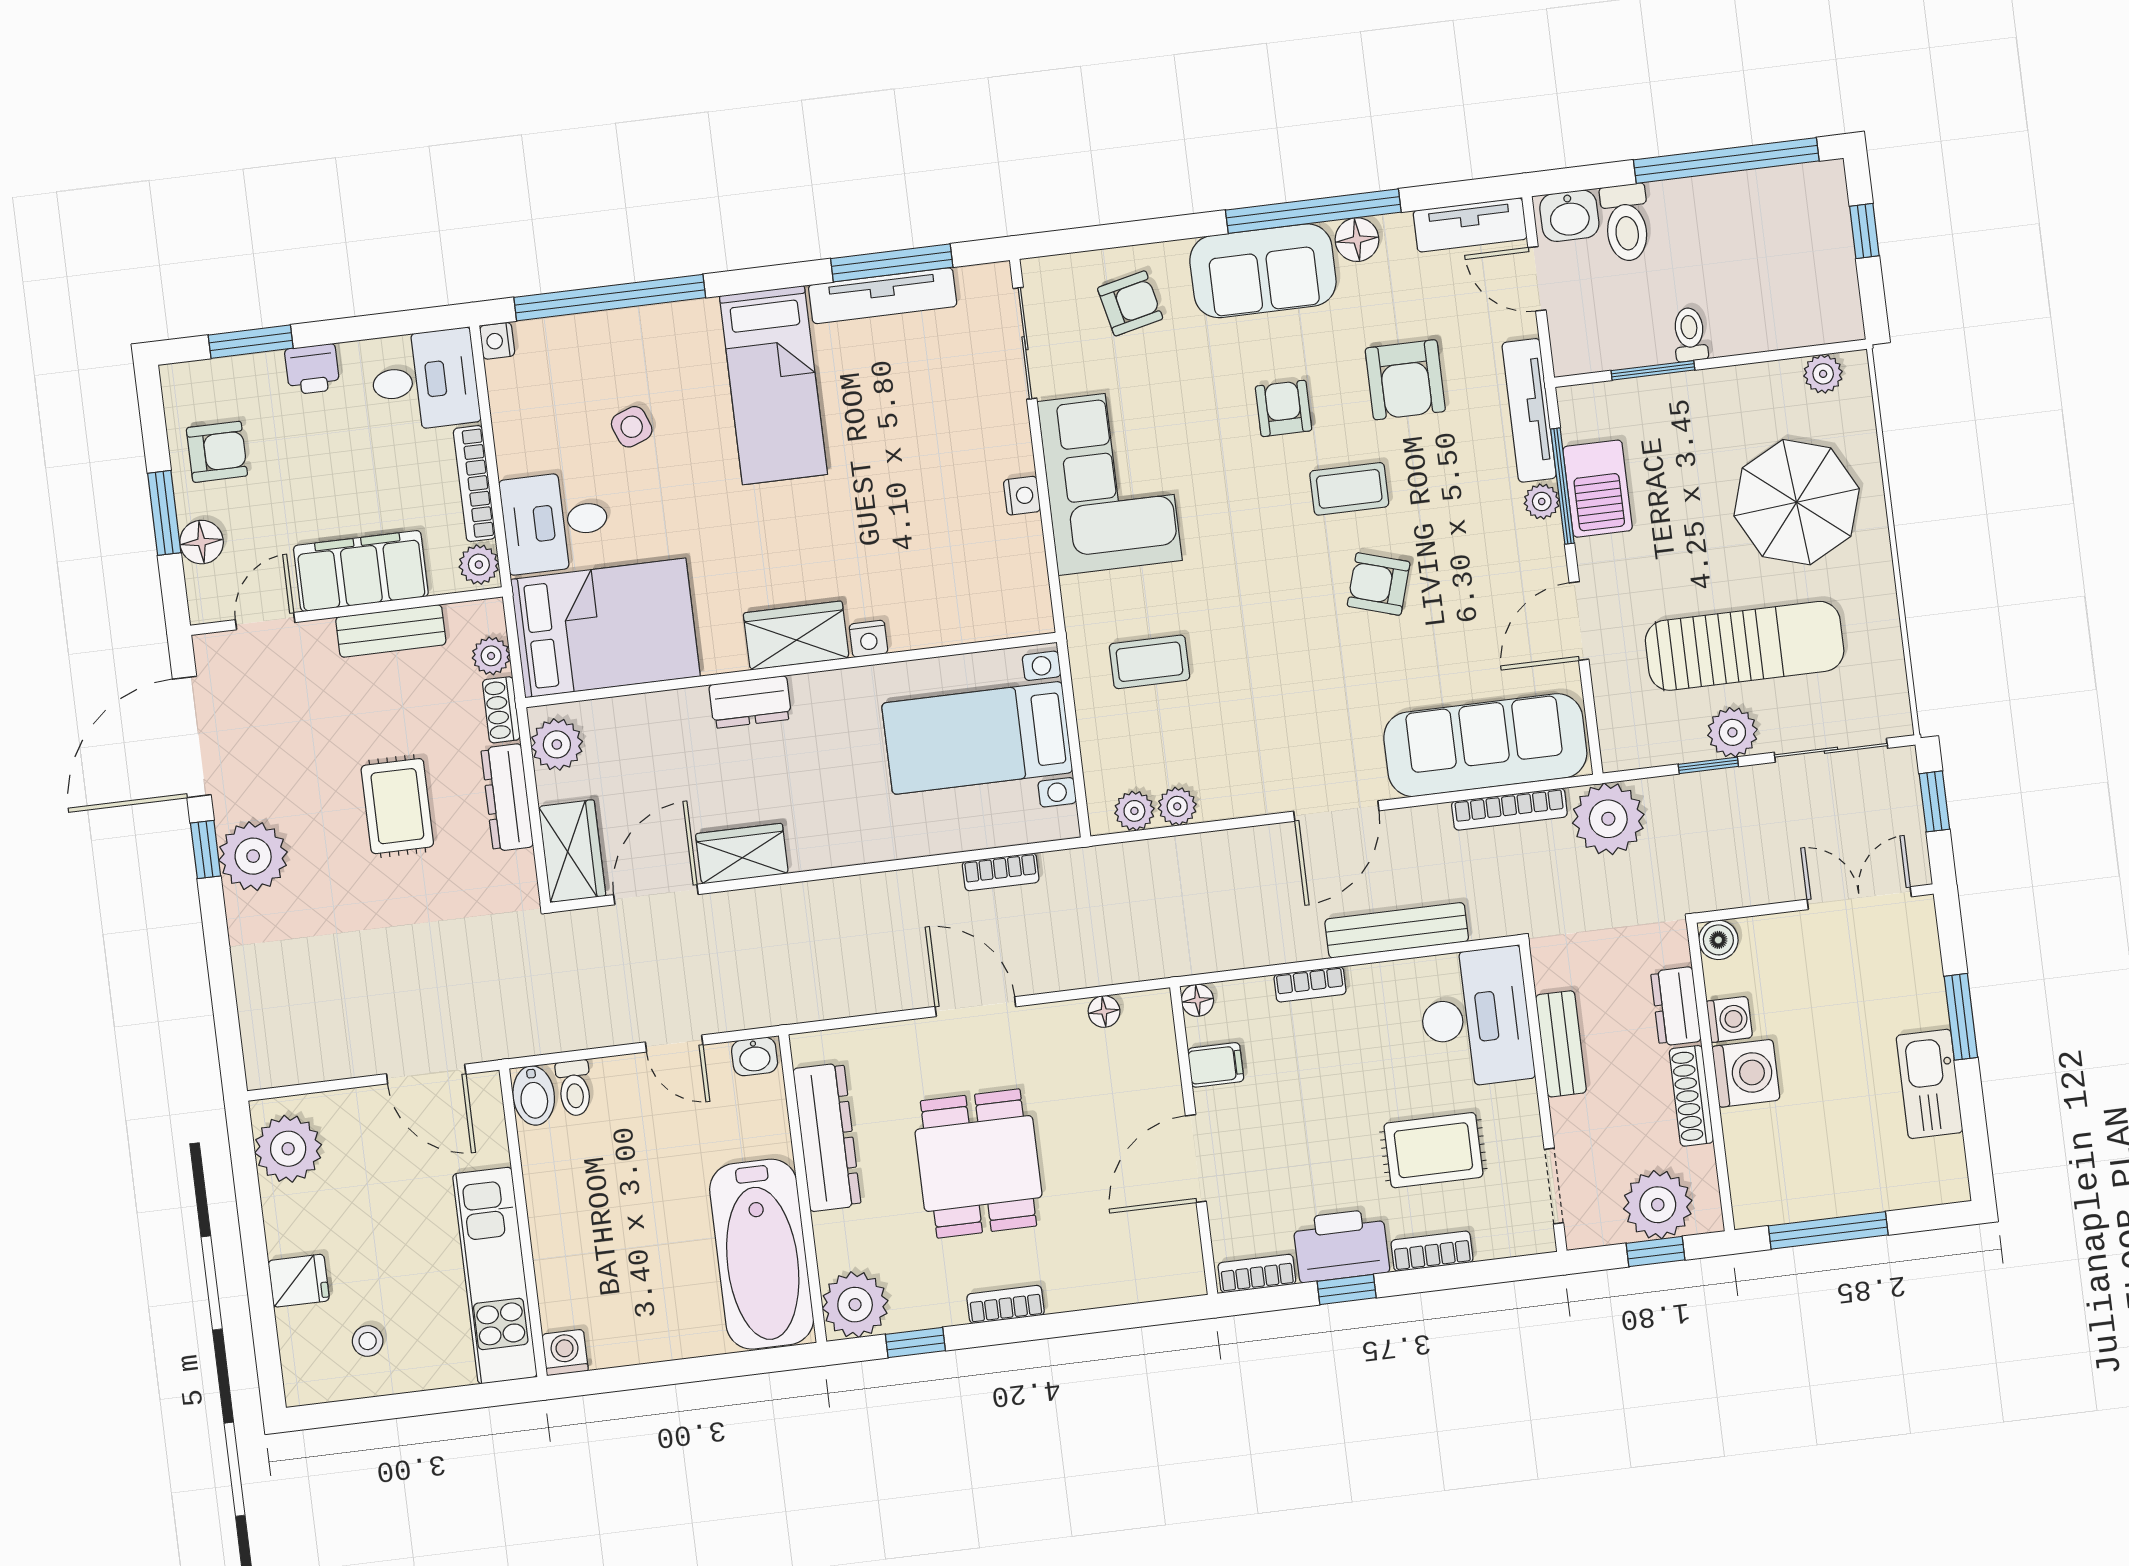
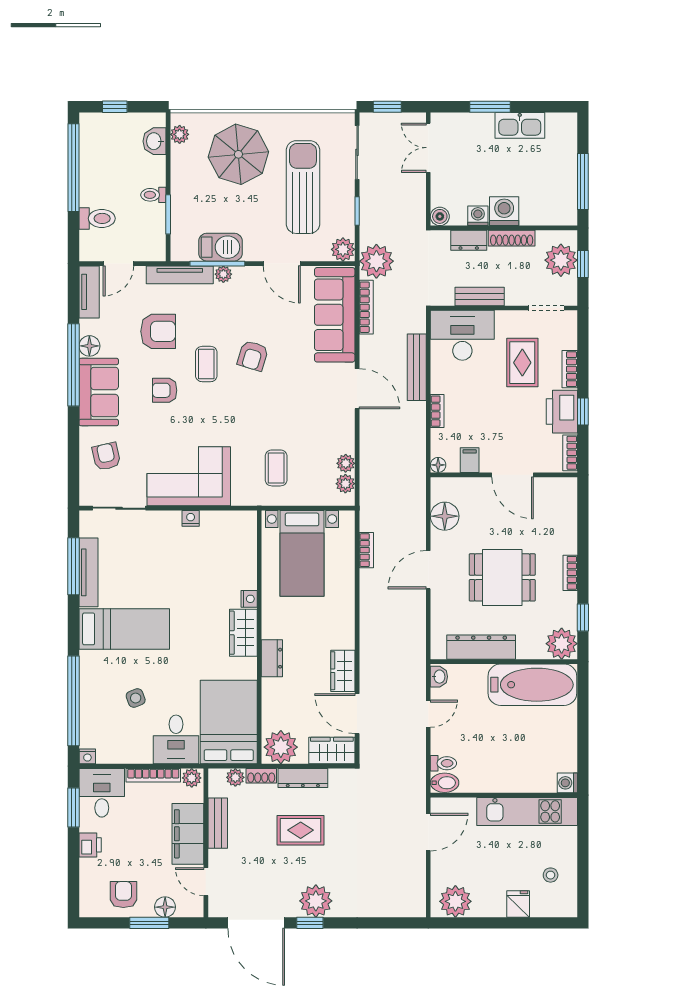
washbasin: (1569, 216) -> (154, 141), moved, turned 180
window: (251, 342) -> (74, 807), moved
plant: (1732, 732) -> (343, 249), moved
plant: (557, 744) -> (281, 747), width x1.36, depth x1.36
floor lamp: (1104, 1011) -> (445, 516), width x1.89, depth x1.89

